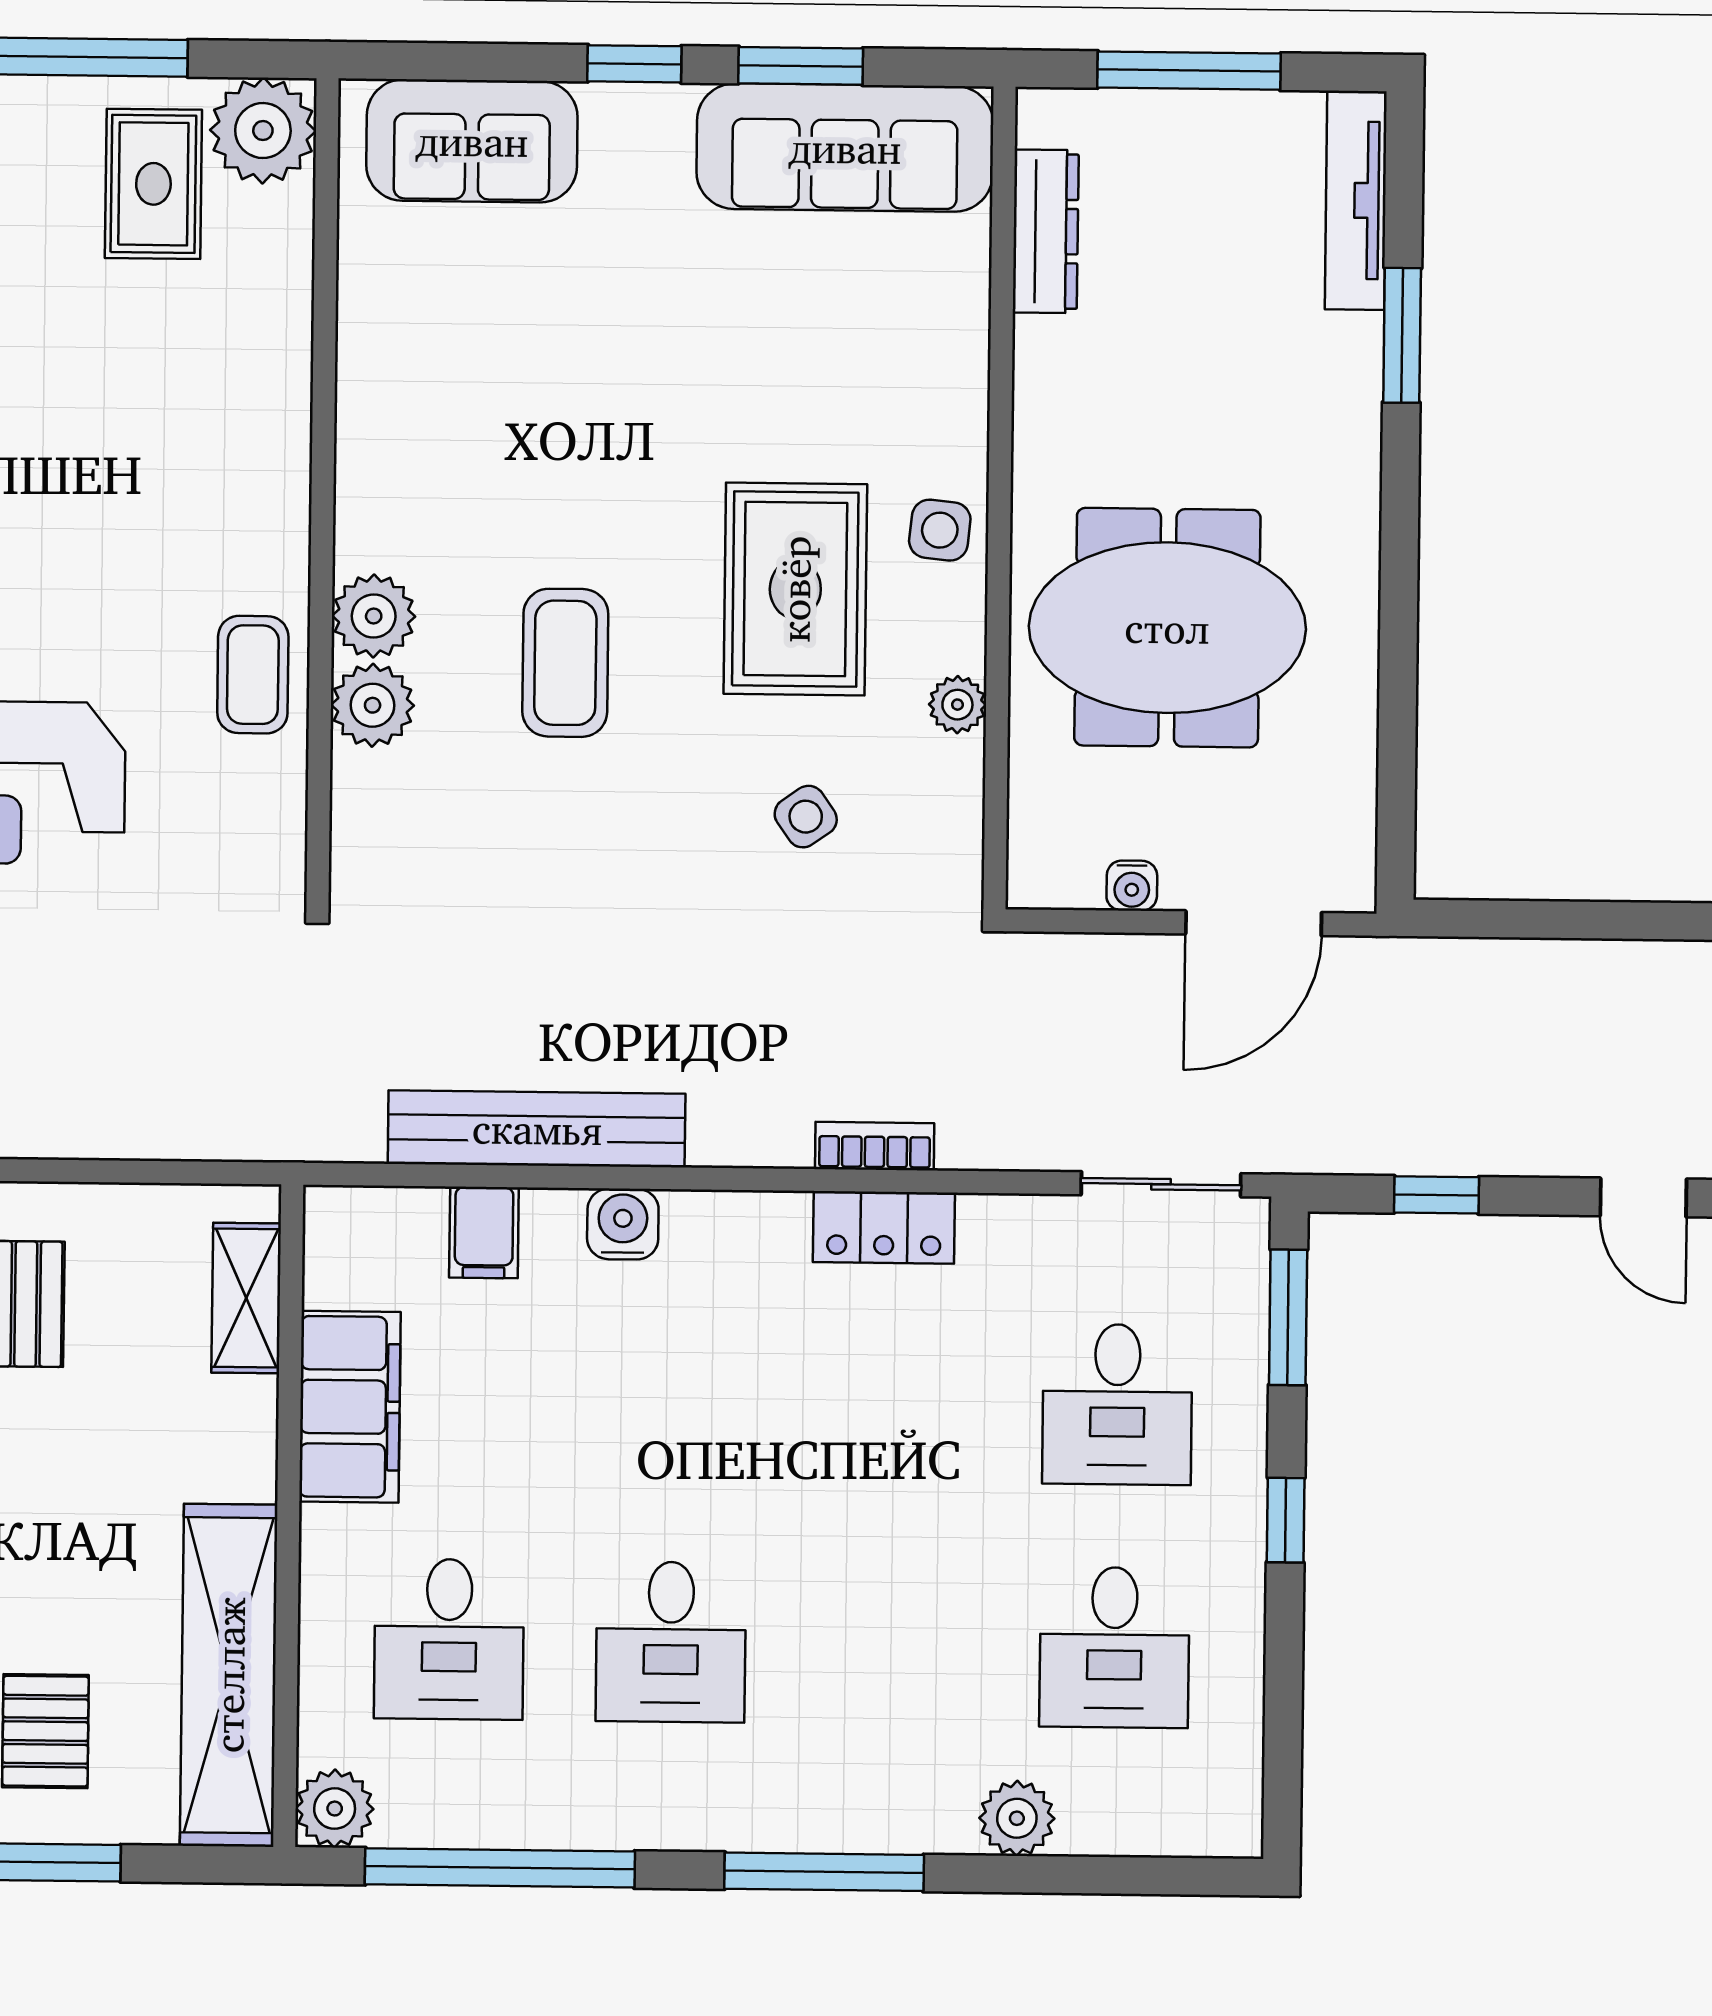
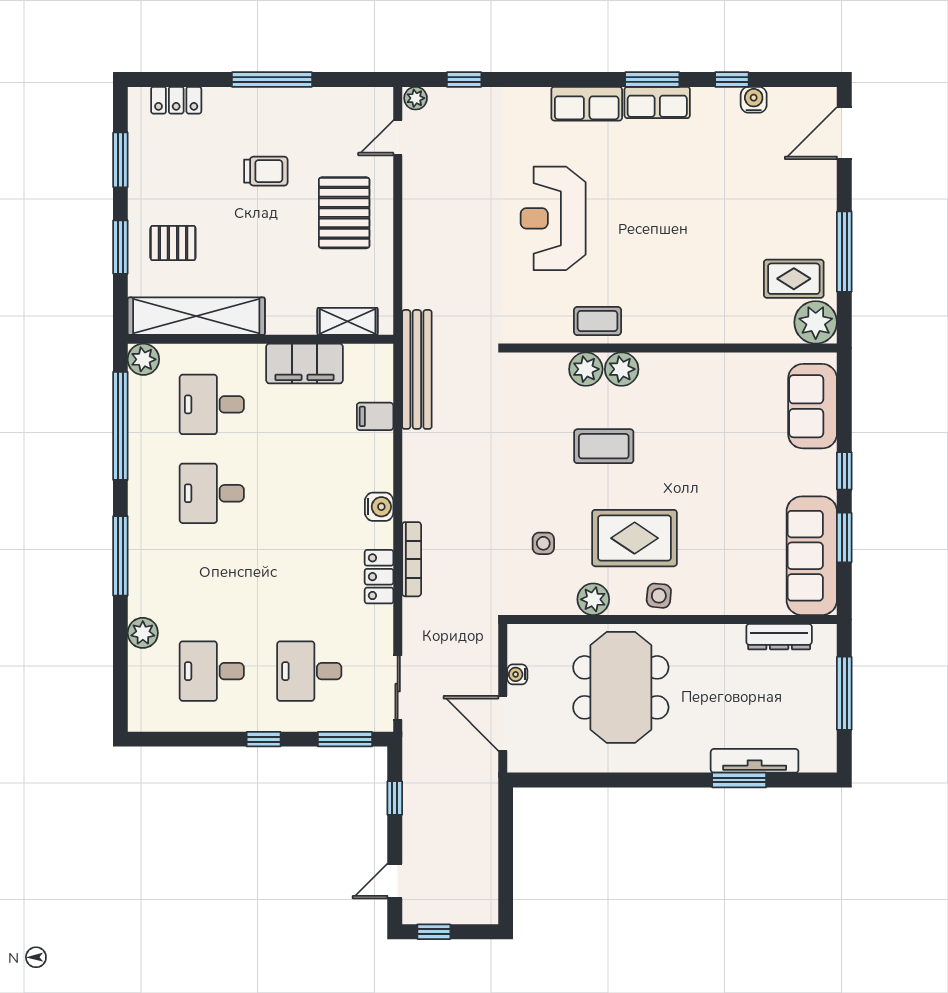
tv unit: (1356, 200) -> (755, 761), moved
plant: (957, 705) -> (593, 599), width x1.38, depth x1.38
side table: (806, 817) -> (543, 543), turned 35
bench: (537, 1129) -> (417, 369), moved
bookcase: (875, 1146) -> (412, 559), width x1.56
water cooler: (623, 1224) -> (379, 507), moved

